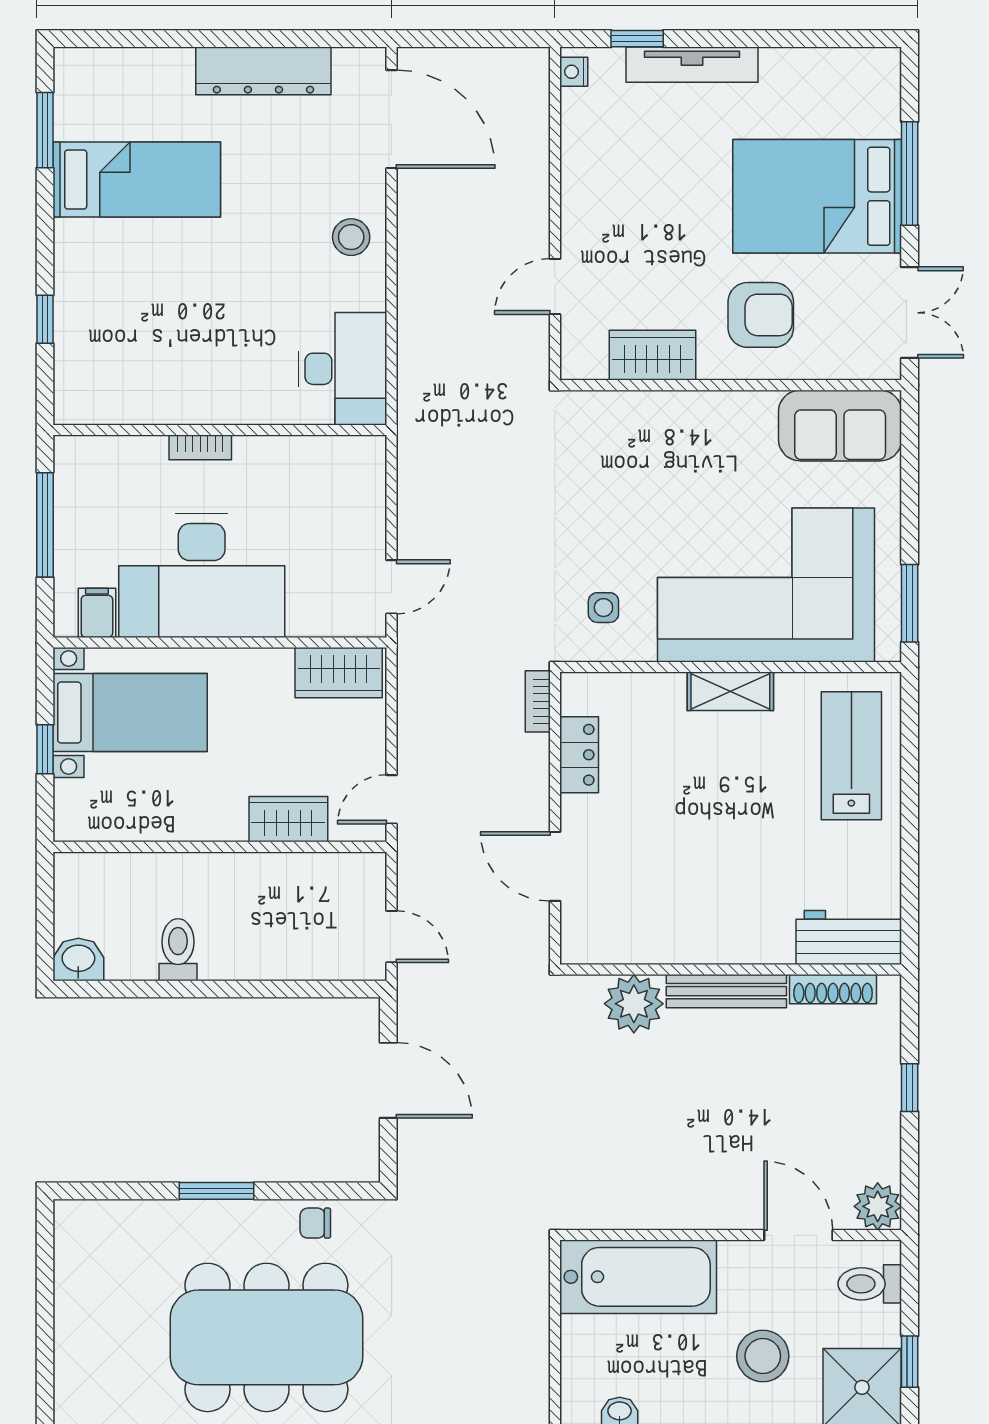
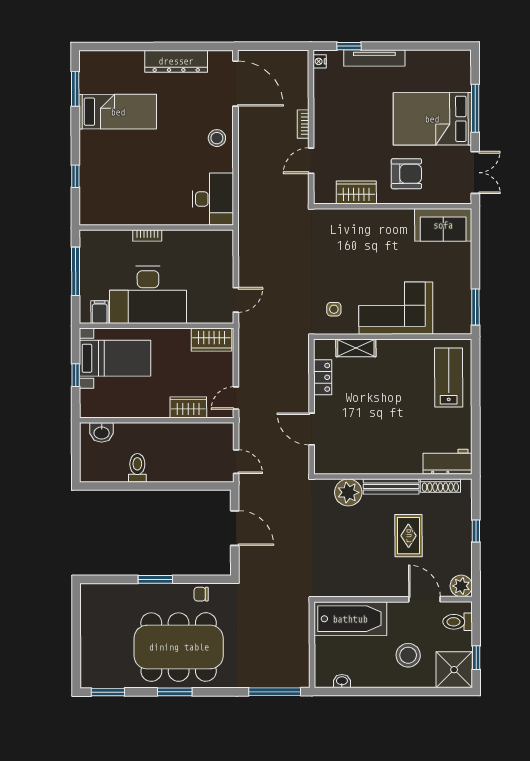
corner sofa: (766, 585) -> (396, 308), width x0.73, depth x0.74
shelving: (730, 691) -> (356, 348), moved
bookcase: (538, 701) -> (303, 124), moved
washbasin: (78, 960) -> (102, 432), moved, turned 180
rug: (764, 1097) -> (408, 536), added

